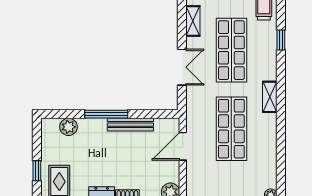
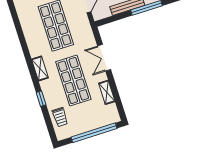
shelving: (270, 97) -> (40, 68), moved

